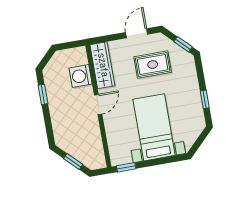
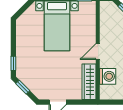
rug: (153, 65) -> (49, 75), removed
window: (205, 99) -> (13, 63), moved

